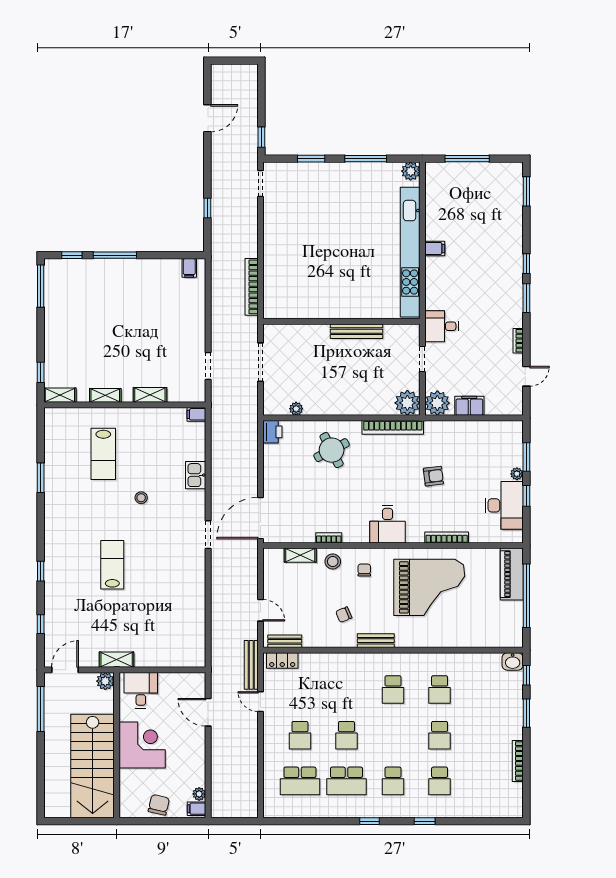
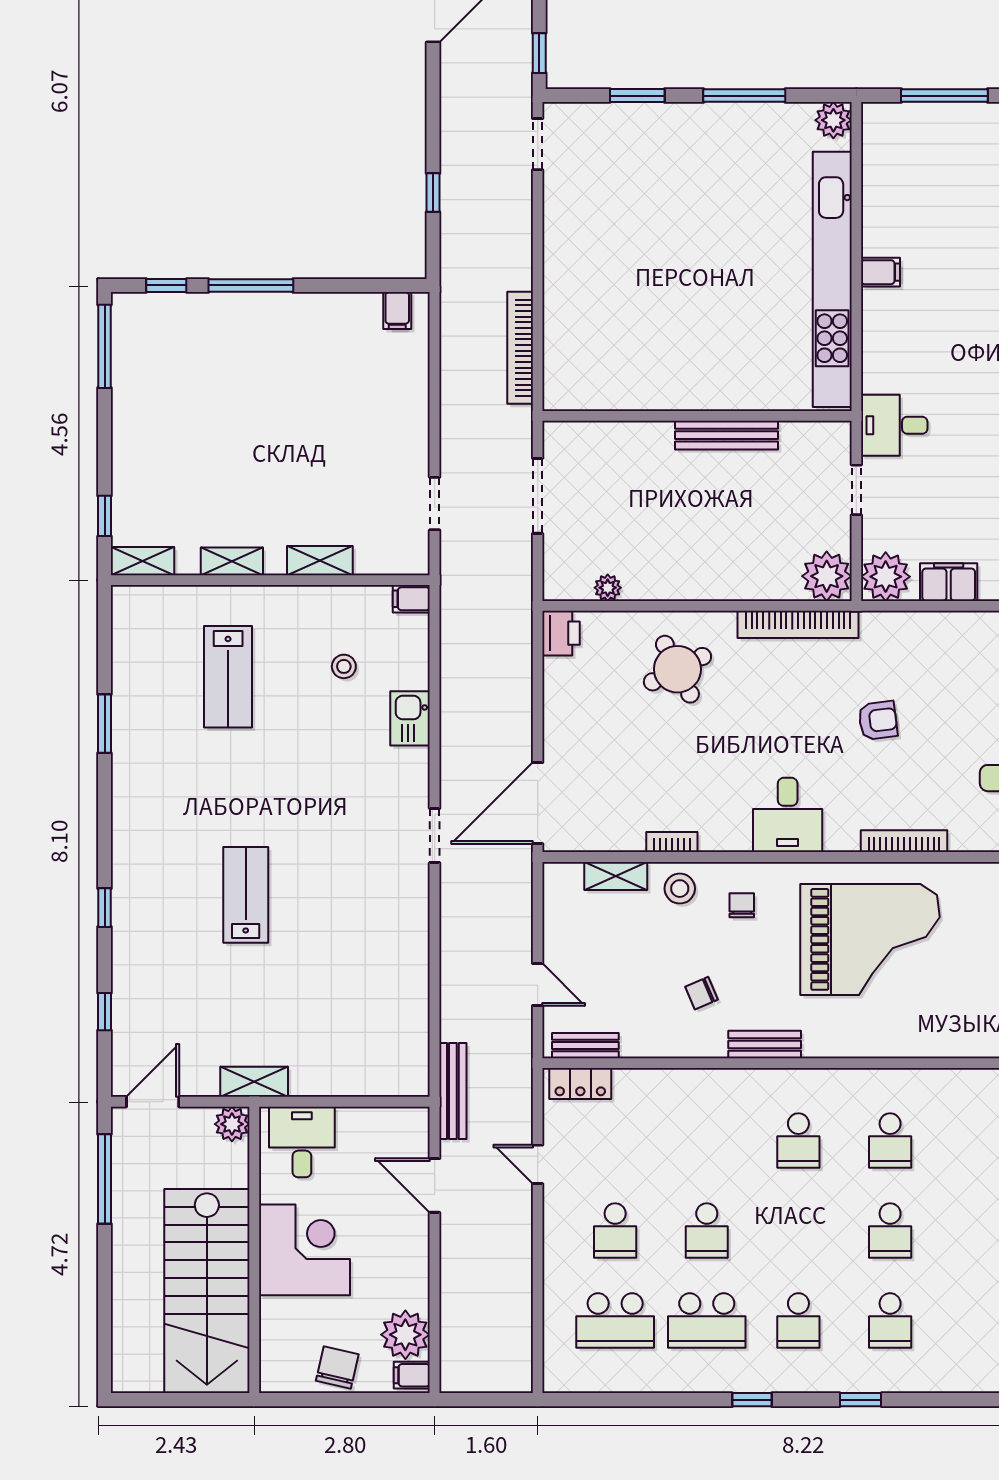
stool: (141, 498) -> (344, 666), moved
bench: (251, 665) -> (453, 1091), moved
plant: (199, 794) -> (405, 1335), width x1.88, depth x1.88

